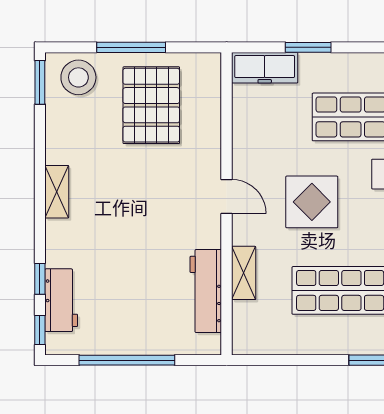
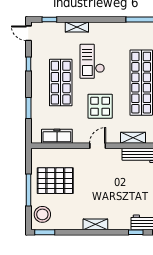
freezer: (265, 68) -> (57, 136), moved, turned -90

